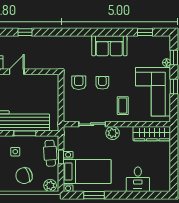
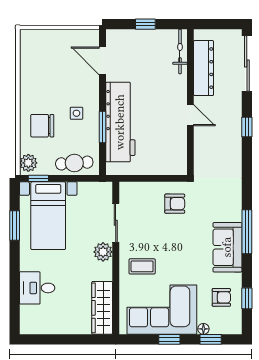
window: (98, 32) -> (247, 232), added
armchair: (102, 83) -> (221, 297), moved
window: (61, 157) -> (38, 178), moved
chair: (24, 176) -> (42, 126), turned -72

